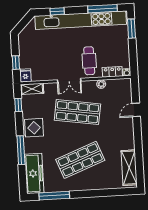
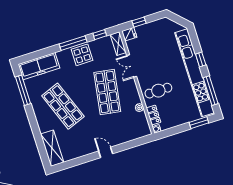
window: (57, 11) -> (201, 60), moved
double door: (69, 80) -> (132, 66), moved
door: (136, 110) -> (106, 152), moved
window: (21, 150) -> (73, 43), moved
shelving: (129, 168) -> (52, 148), moved, turned 90

